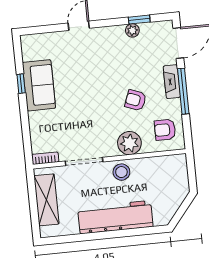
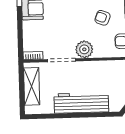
plant: (129, 143) -> (84, 49), moved
stool: (121, 172) -> (88, 70), removed

